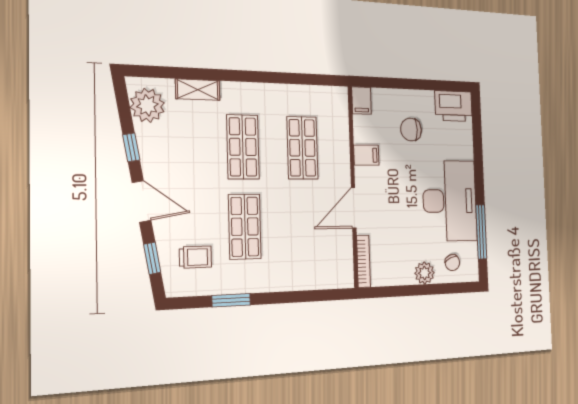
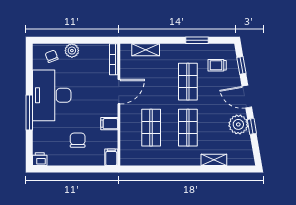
plant: (147, 105) -> (238, 124), moved
printer: (454, 106) -> (40, 159), width x0.53, depth x0.68
chair: (411, 130) -> (78, 140), turned -90
window: (481, 232) -> (29, 113), moved
shelving: (315, 279) -> (146, 50), added

